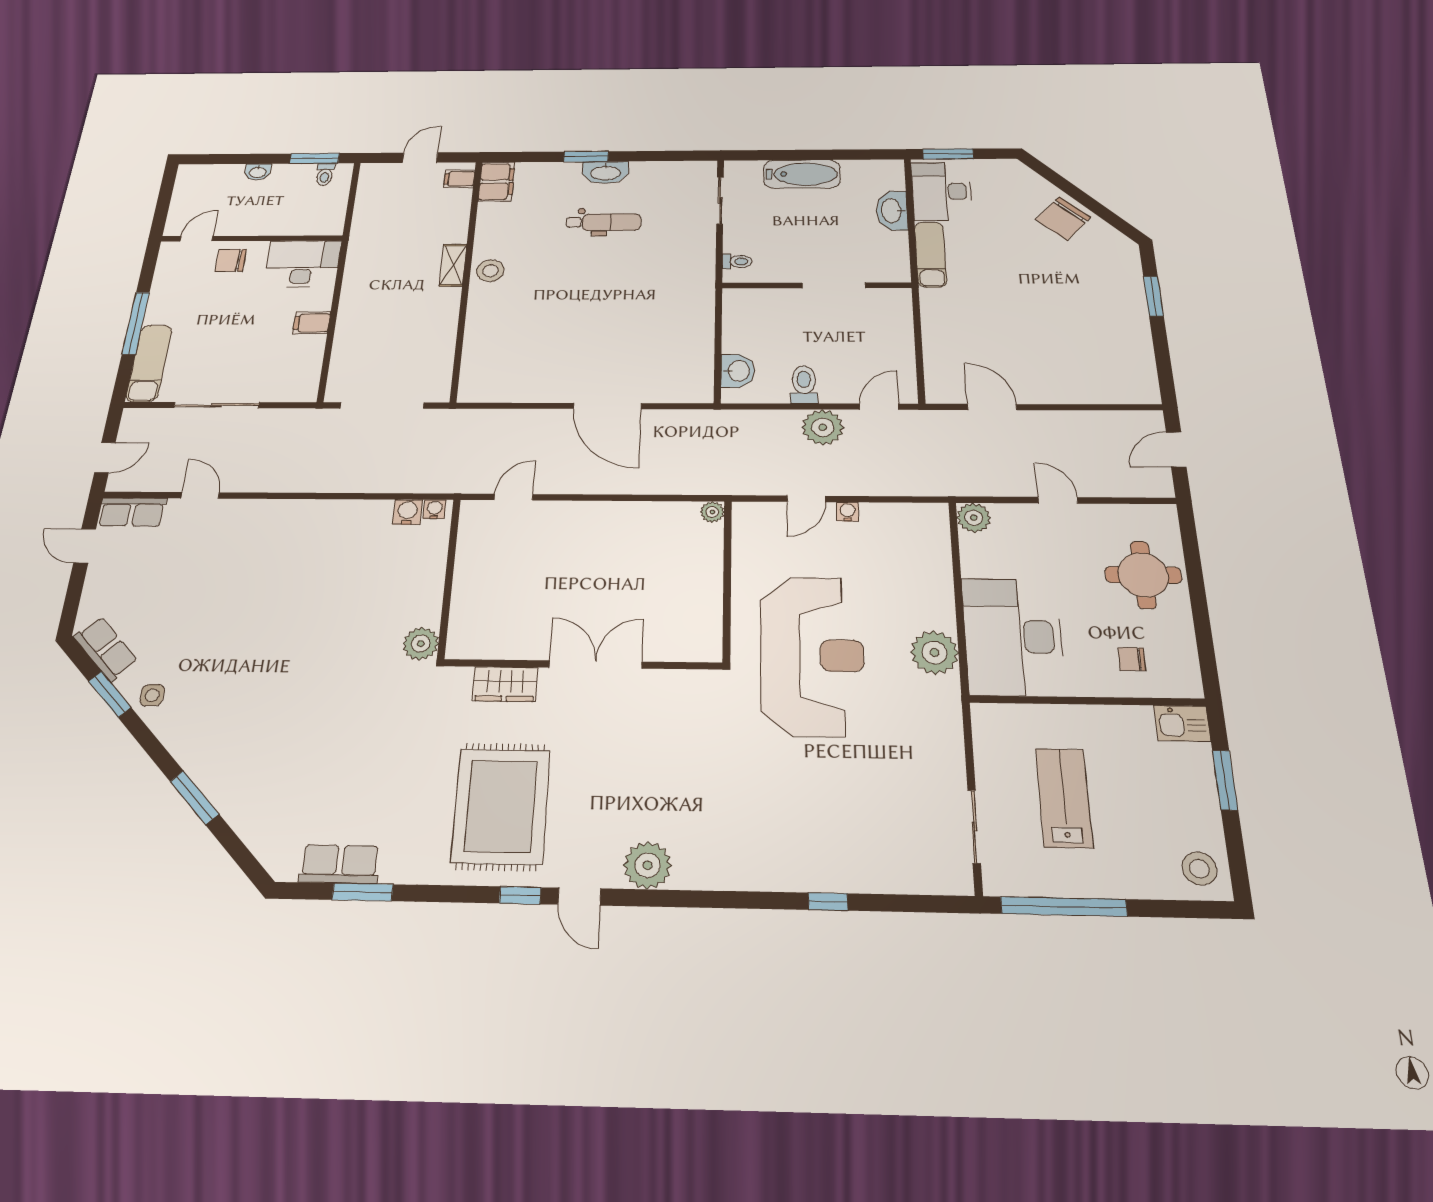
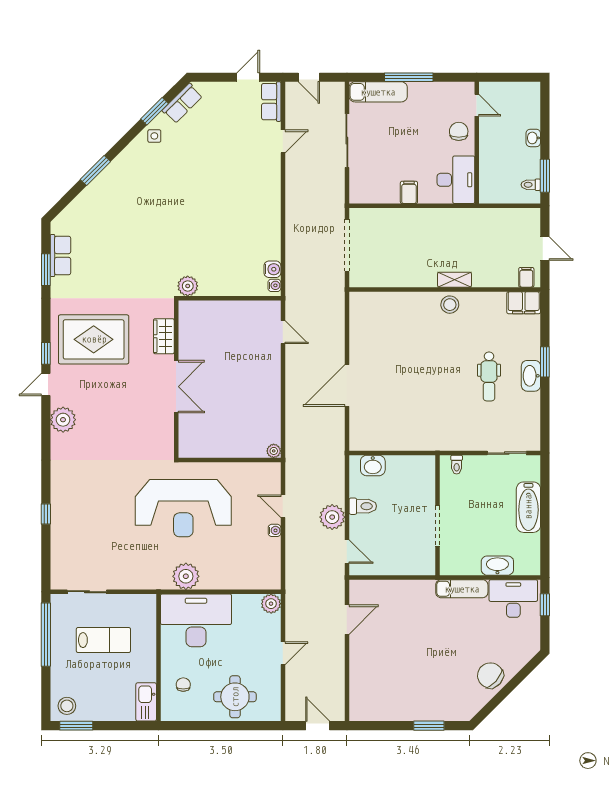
window: (948, 154) -> (545, 605), width x0.67
kitchen sink: (1182, 723) -> (146, 702), width x1.38
window: (1225, 780) -> (76, 726), moved

